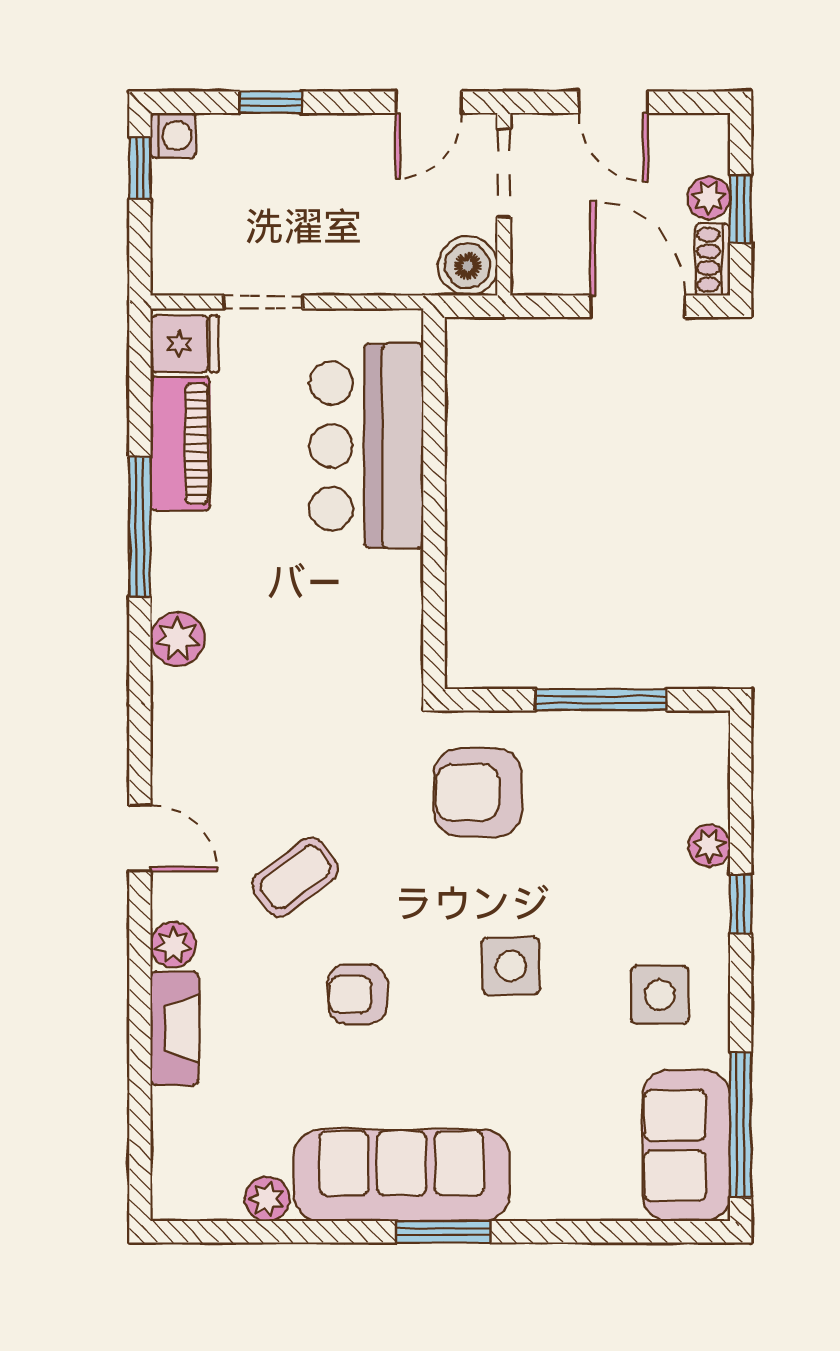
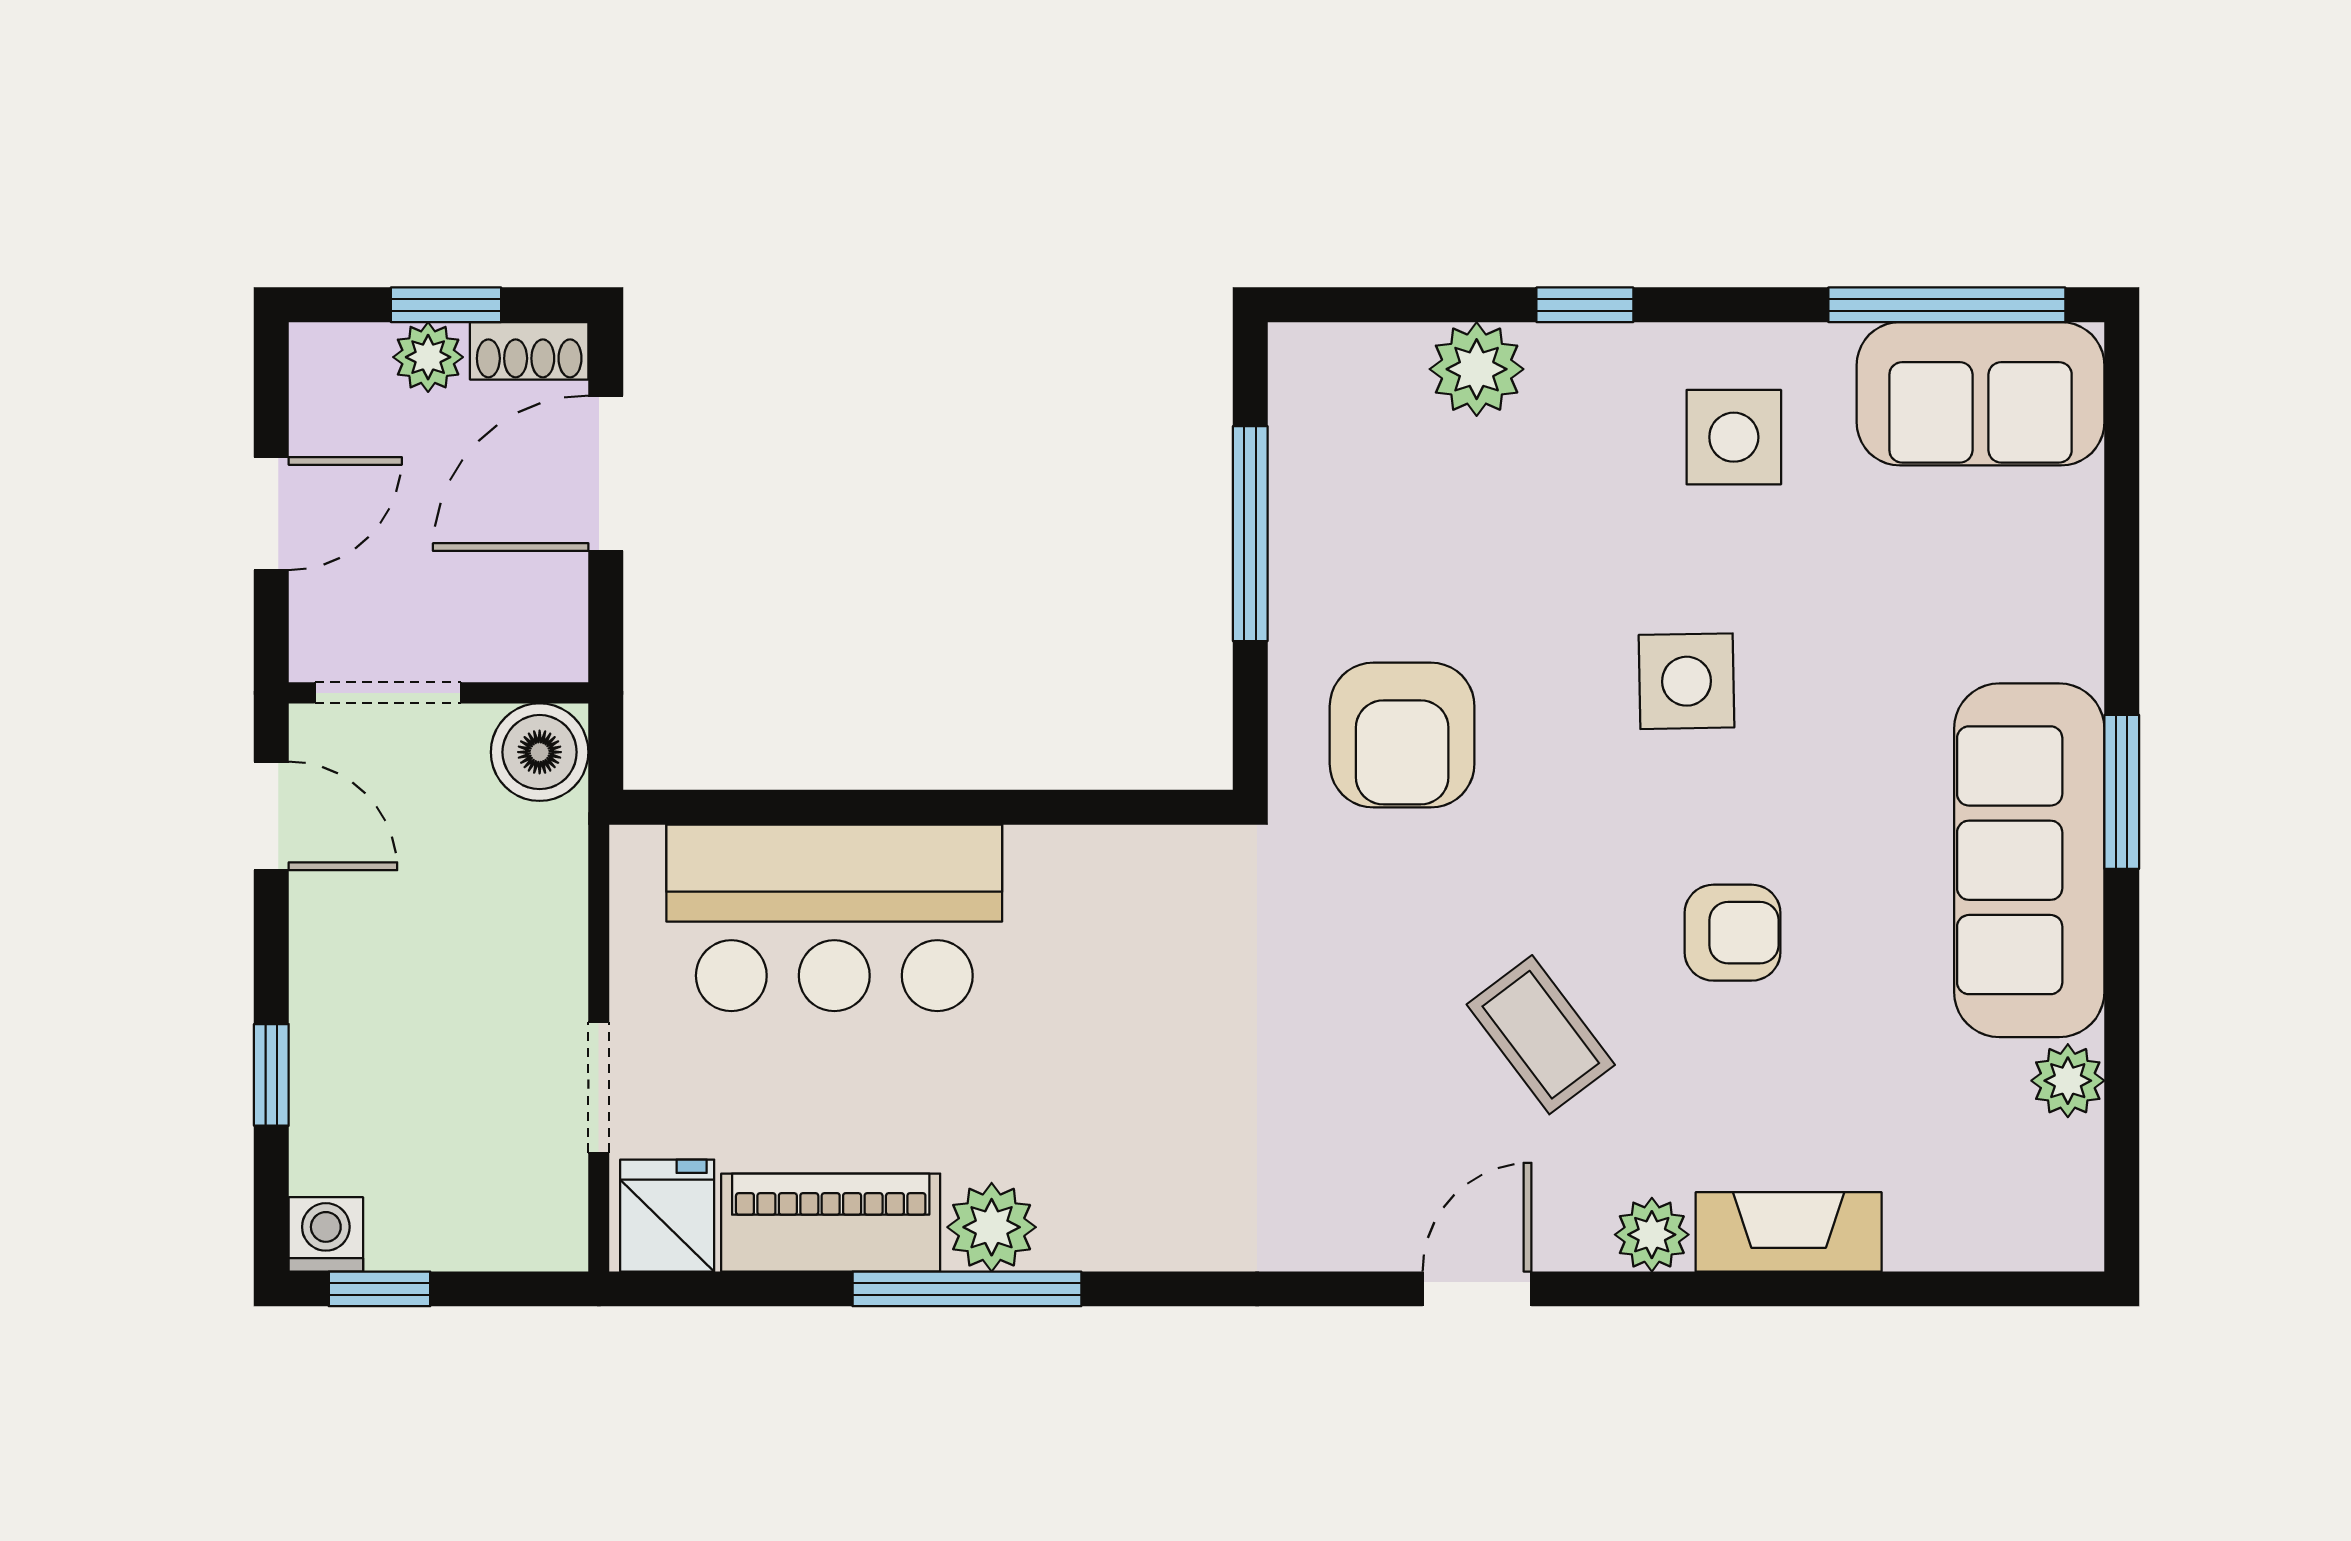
plant: (178, 639) -> (992, 1227), moved
plant: (709, 846) -> (1477, 369), width x1.38, depth x1.38
armchair: (357, 994) -> (1732, 933), turned -90

